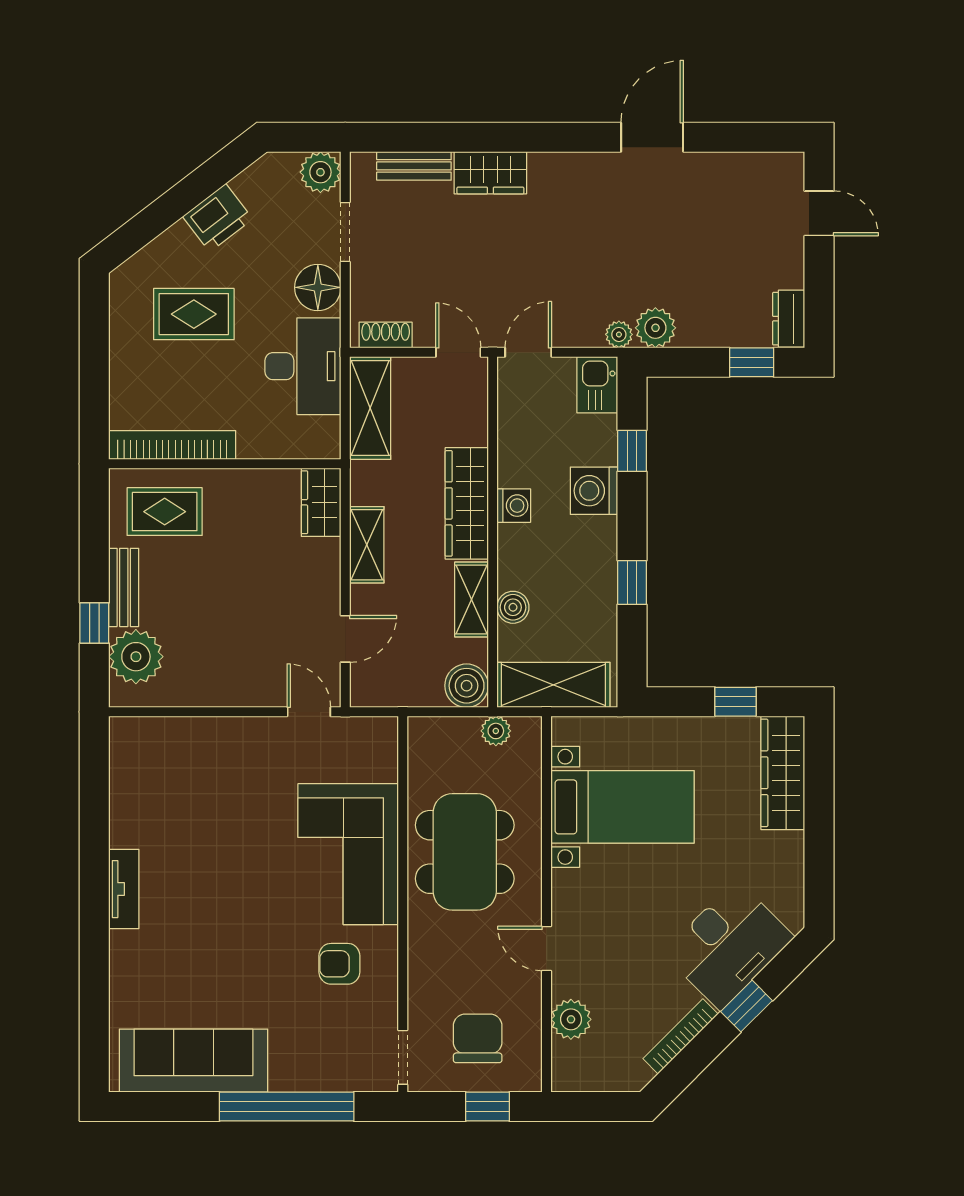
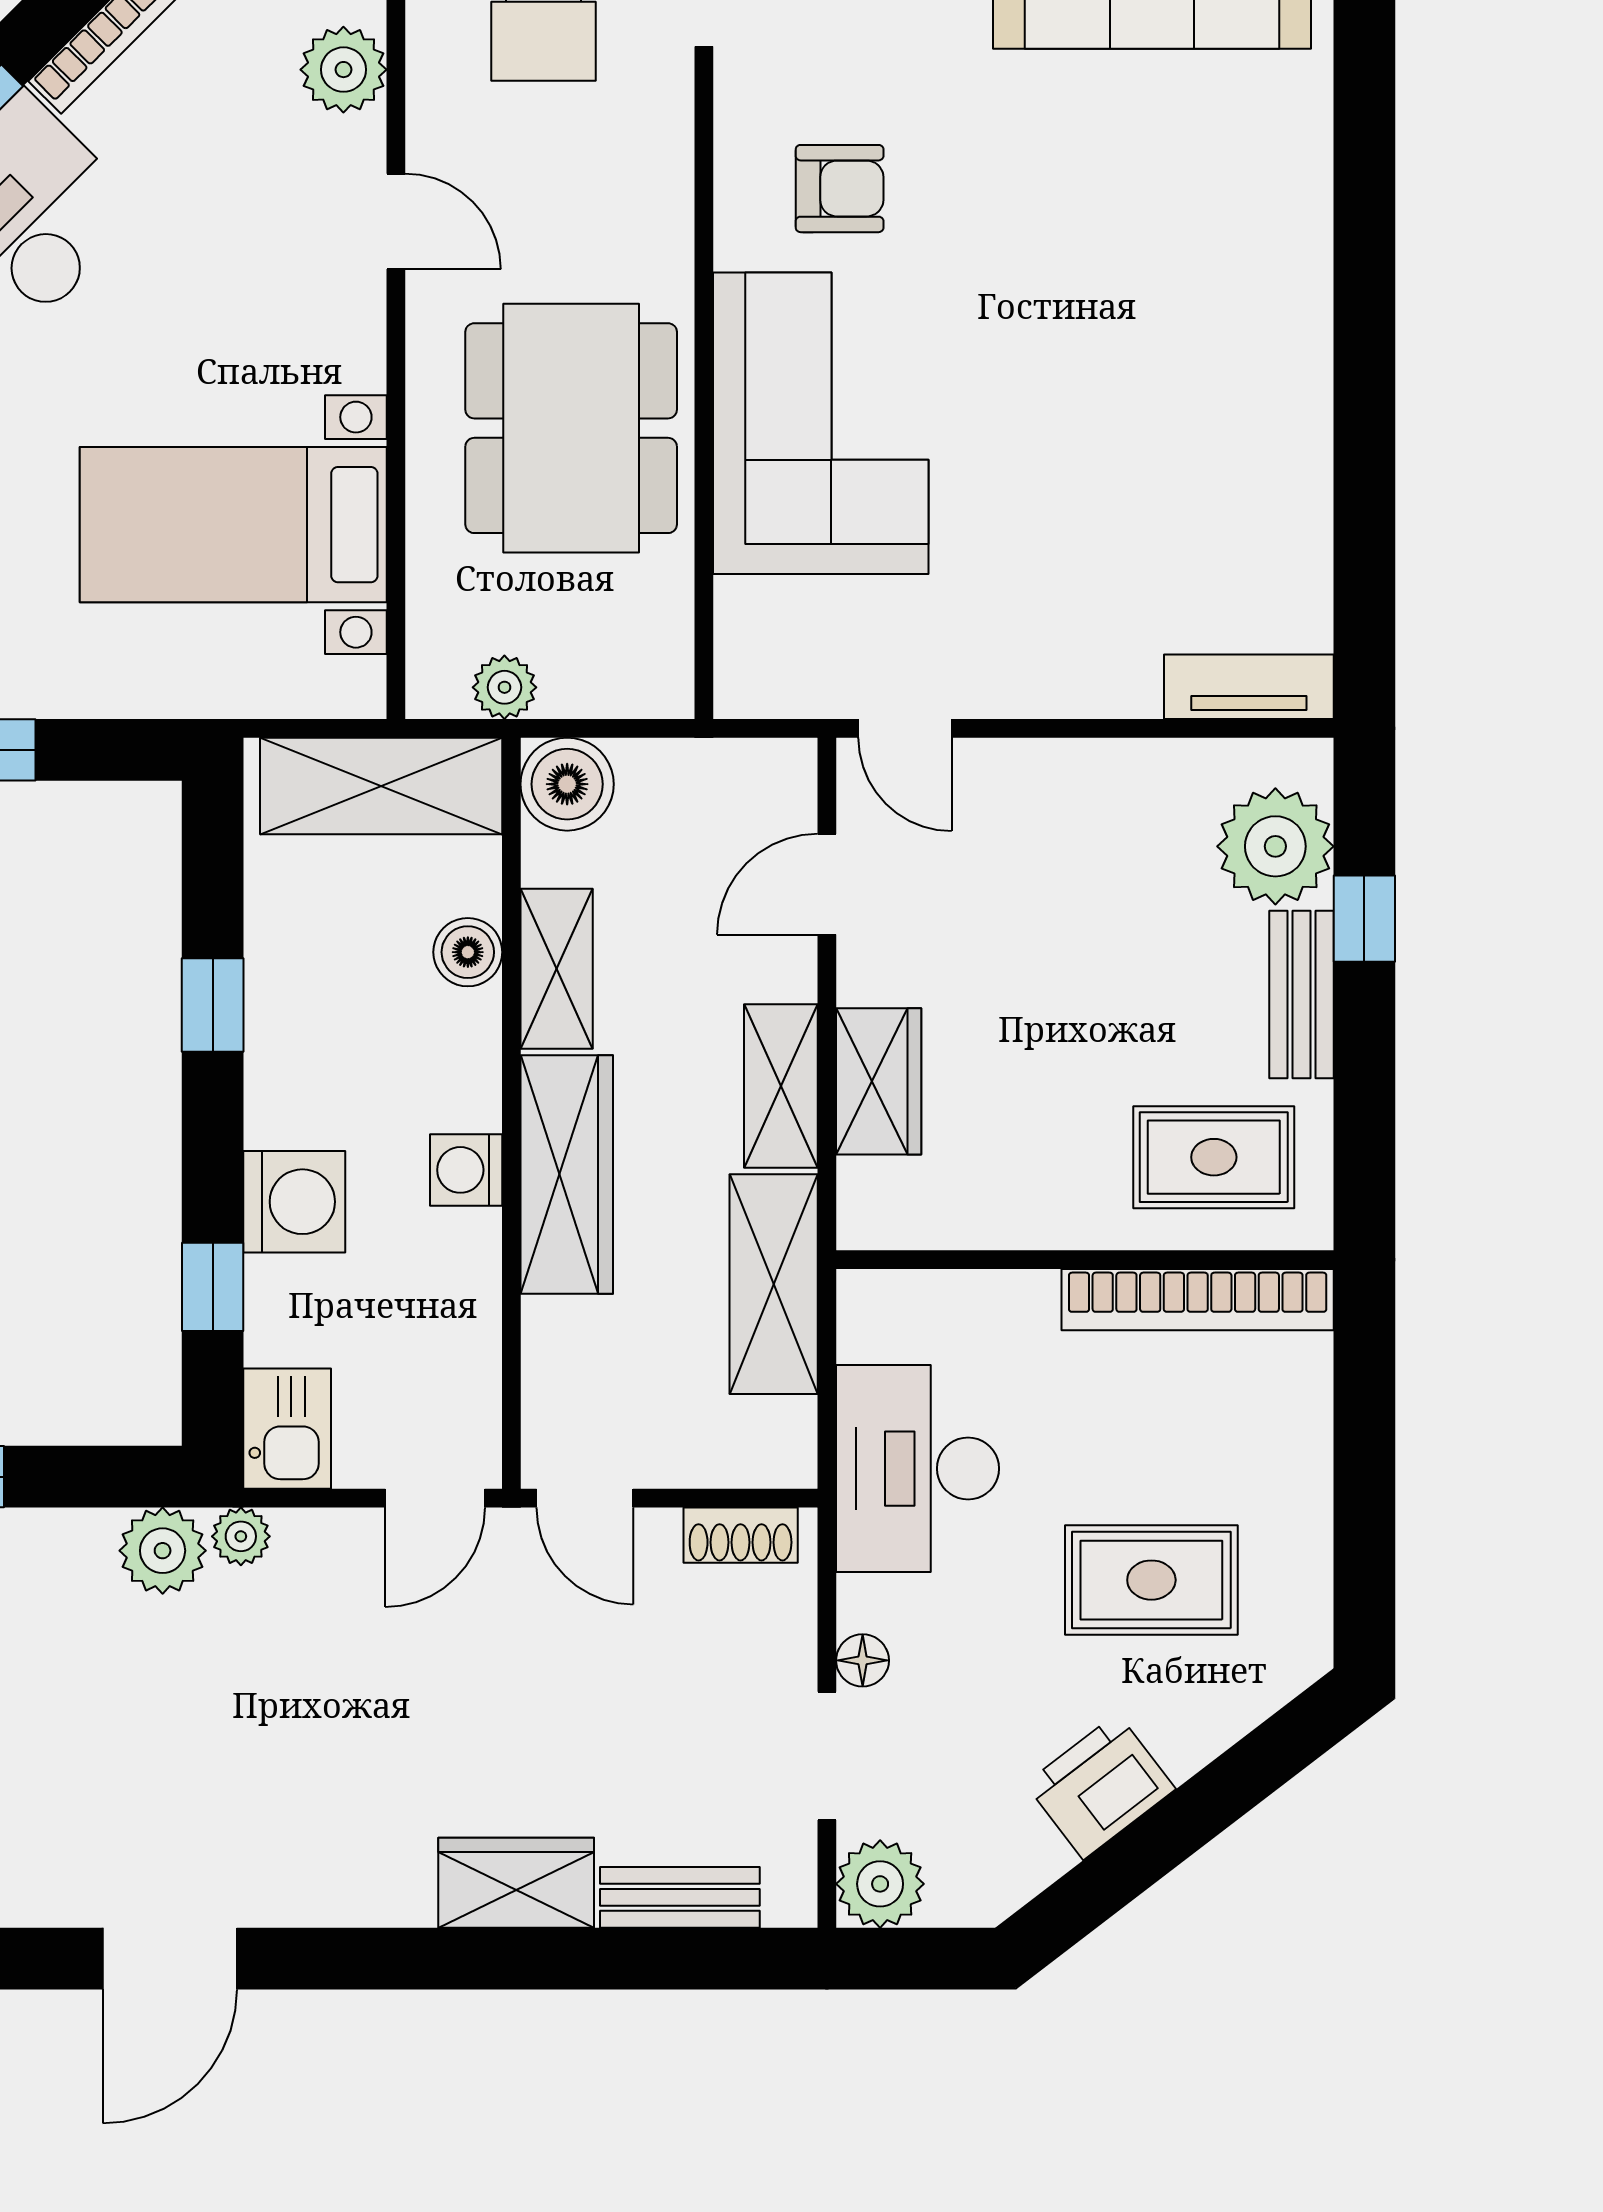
floor lamp: (318, 287) -> (863, 1660), width x0.53, depth x0.53
shelving: (370, 408) -> (774, 1284), moved
wardrobe: (321, 502) -> (879, 1081), moved
tv unit: (124, 889) -> (1249, 687), moved, turned 90

